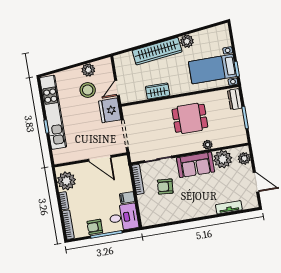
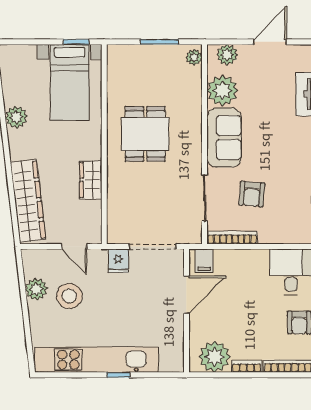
wardrobe: (157, 51) -> (28, 201), moved
dresser: (235, 99) -> (126, 54), removed
fridge: (110, 110) -> (118, 261), width x0.53, depth x0.75
plant: (208, 145) -> (194, 57), moved
filing cabinet: (127, 198) -> (204, 261), moved

